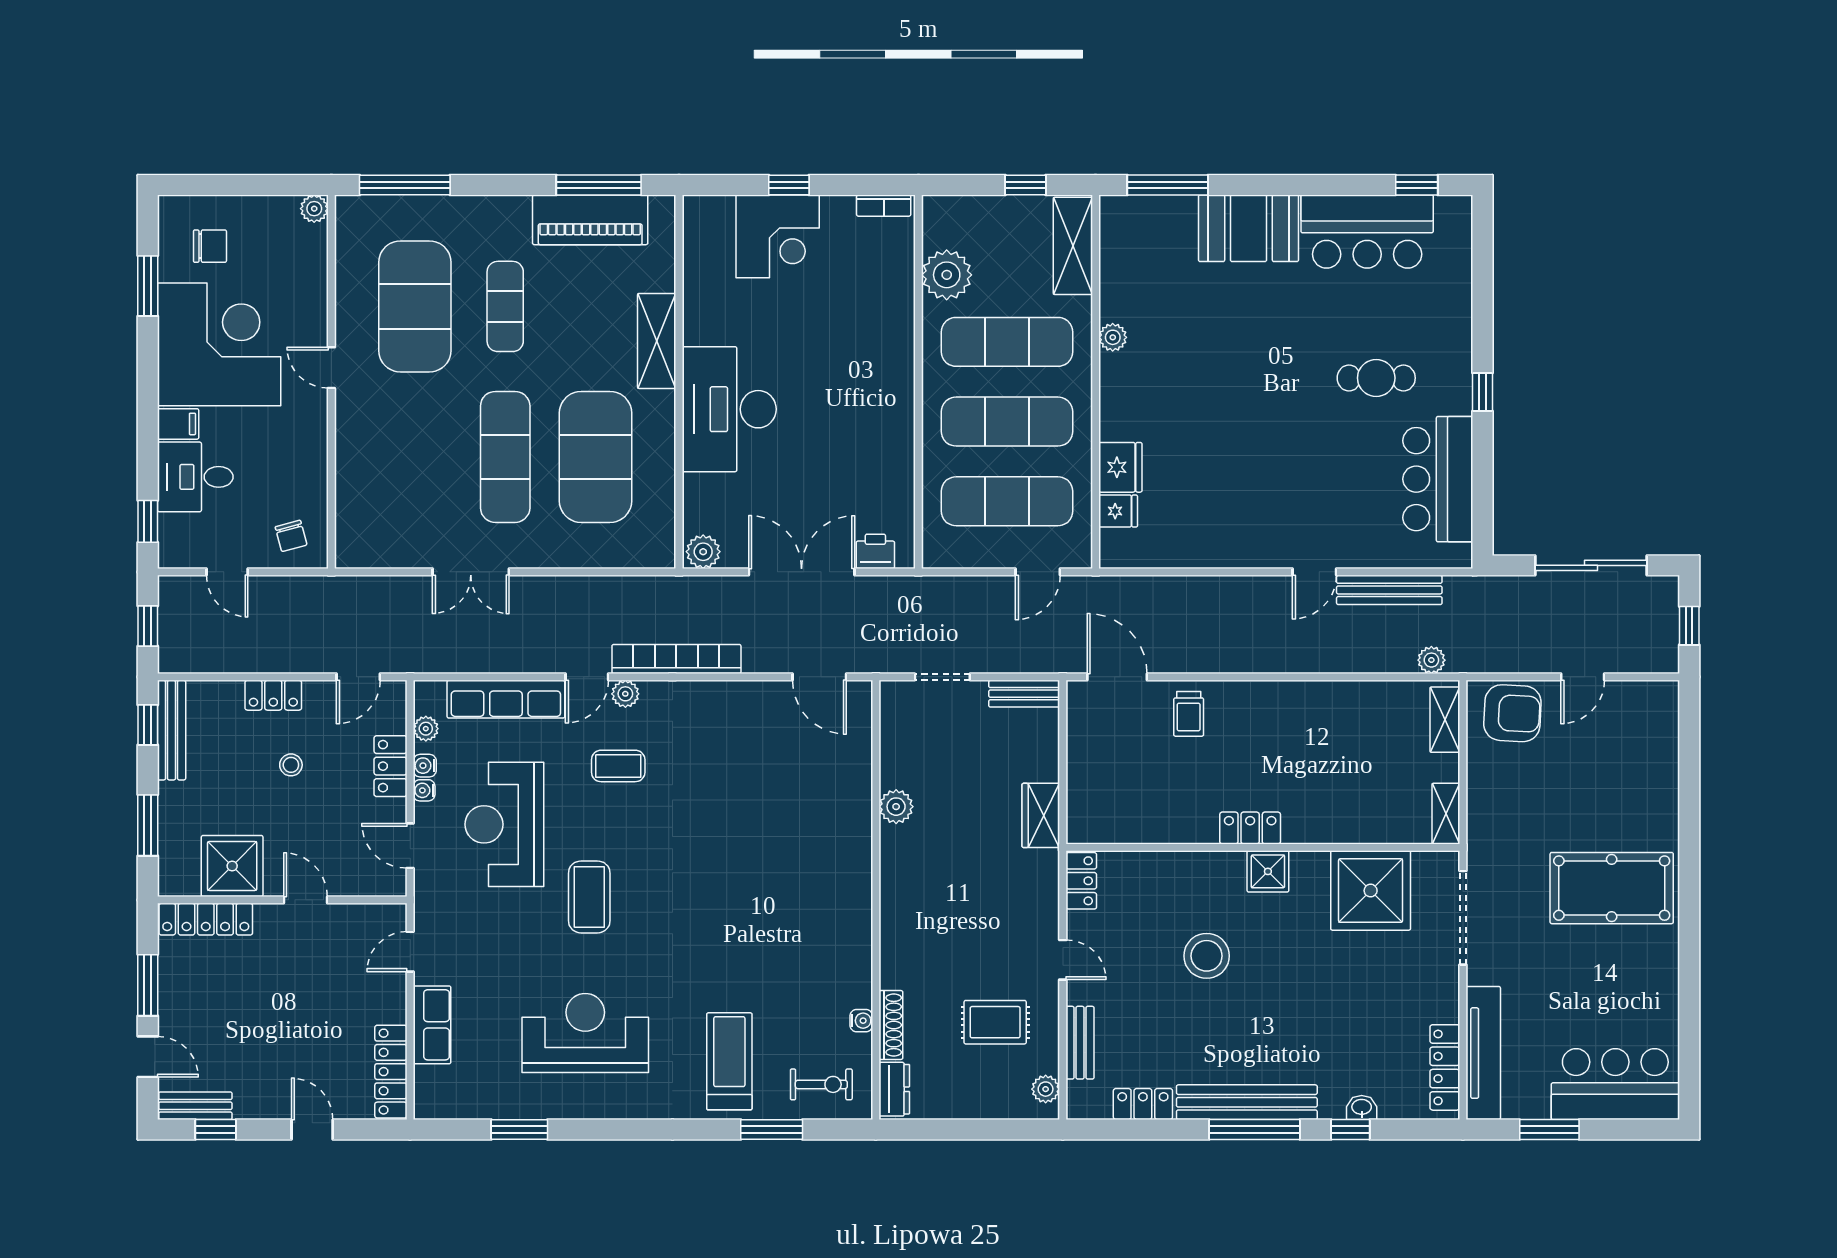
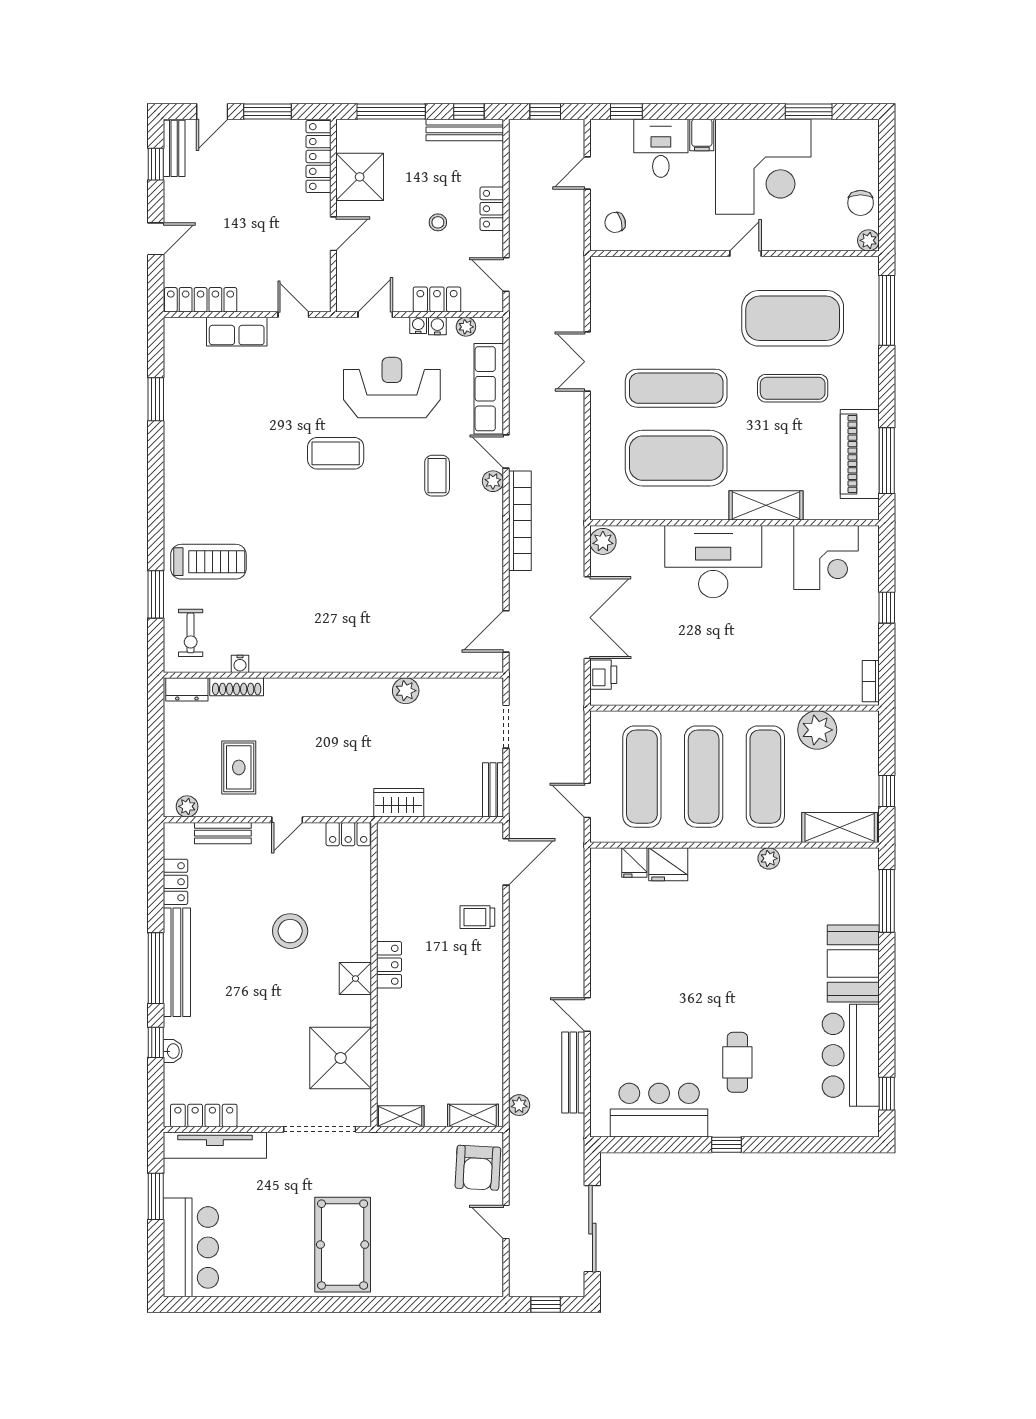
corner desk: (778, 236) -> (826, 557), moved, turned -90
chair: (210, 246) -> (861, 203), moved
window: (148, 825) -> (391, 112), width x1.44
reception desk: (585, 1033) -> (230, 450), removed

